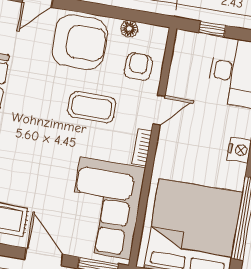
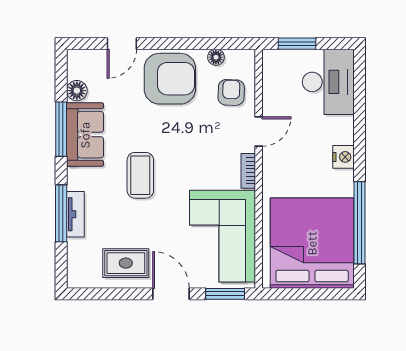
window: (212, 29) -> (297, 44), width x1.50
coffee table: (92, 107) -> (140, 175), moved, turned 90

